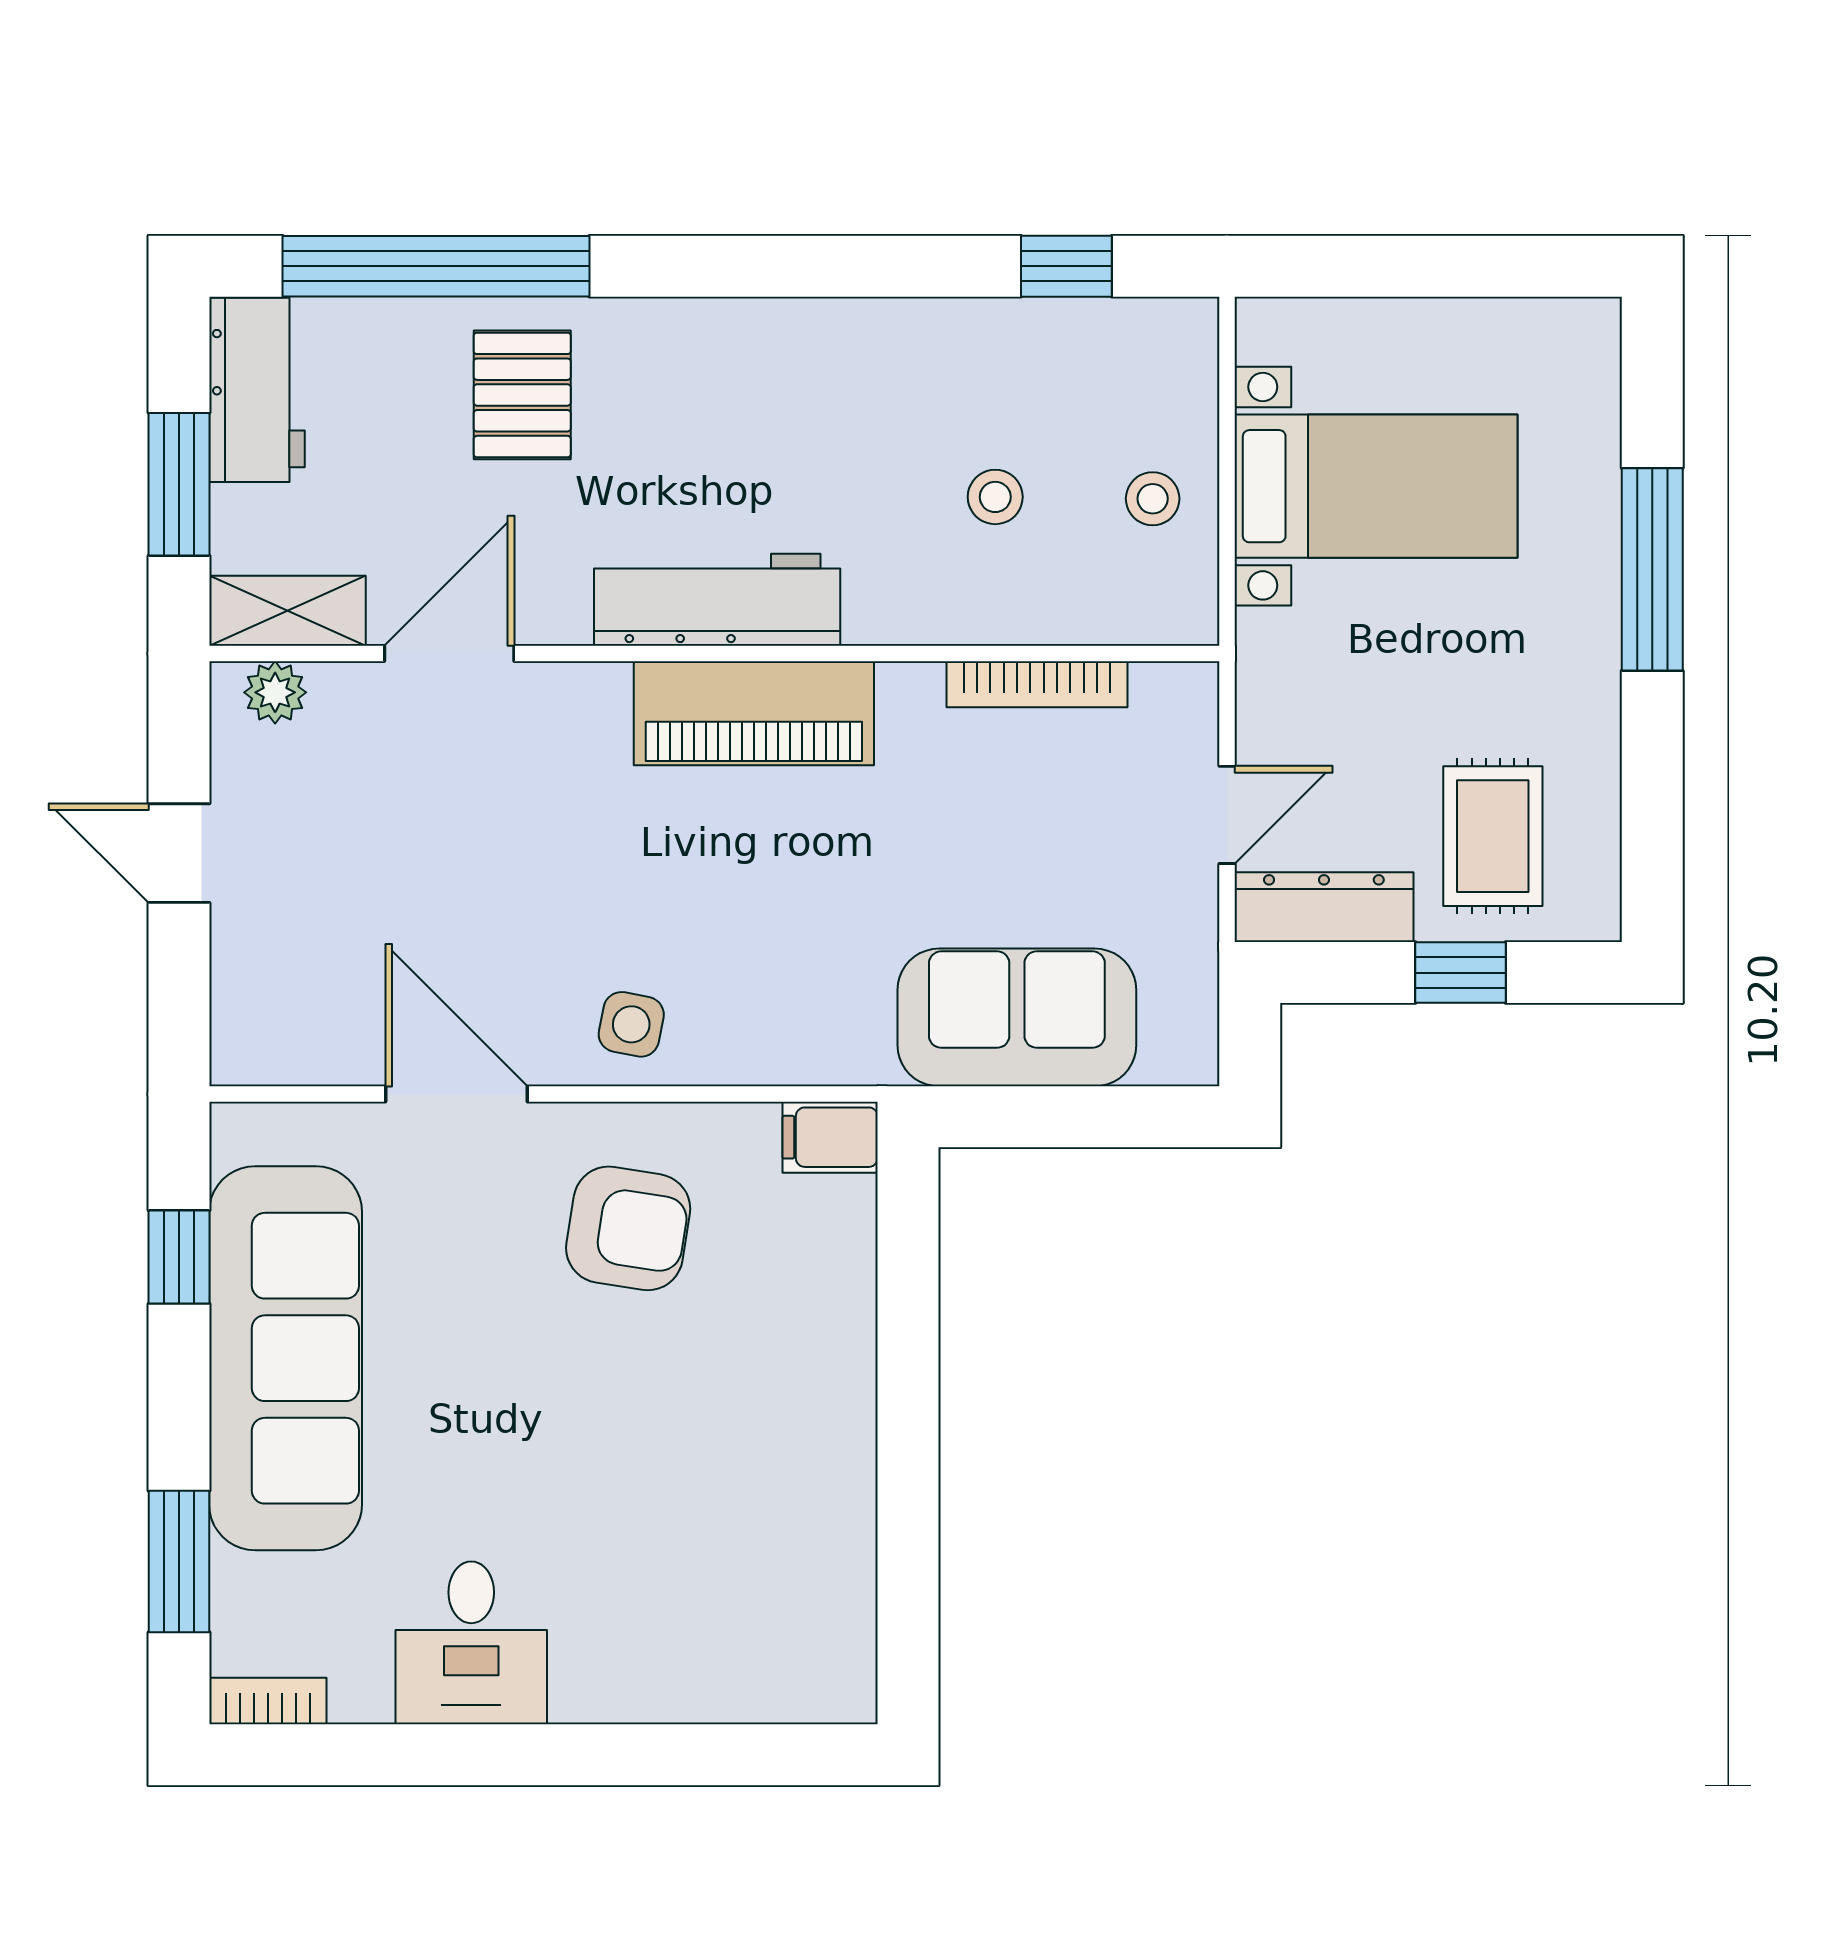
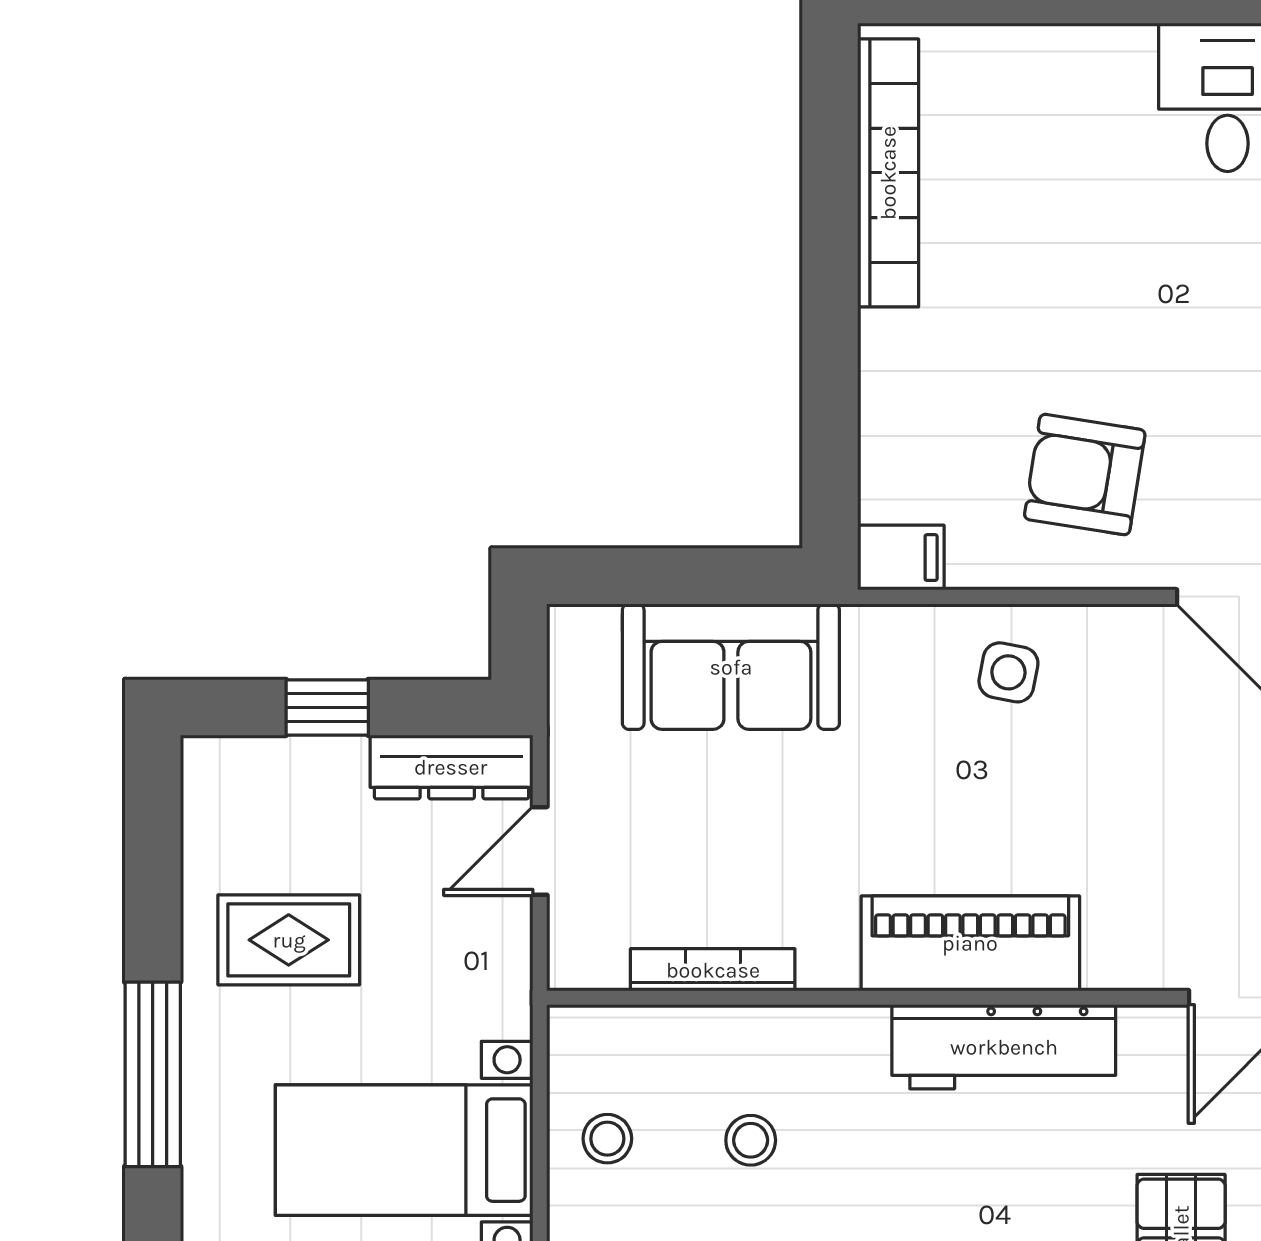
rug: (1493, 836) -> (289, 940), moved, turned 90
side table: (631, 1024) -> (1008, 672), moved
bookcase: (844, 1560) -> (888, 173), added

